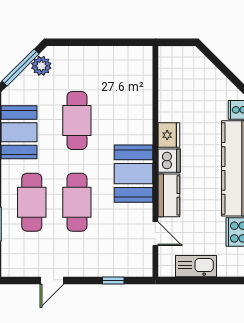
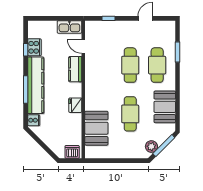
dishwasher: (169, 161) -> (72, 152), moved, turned 90
booth: (134, 174) -> (96, 128), moved
kitchen sink: (196, 266) -> (69, 27), moved

